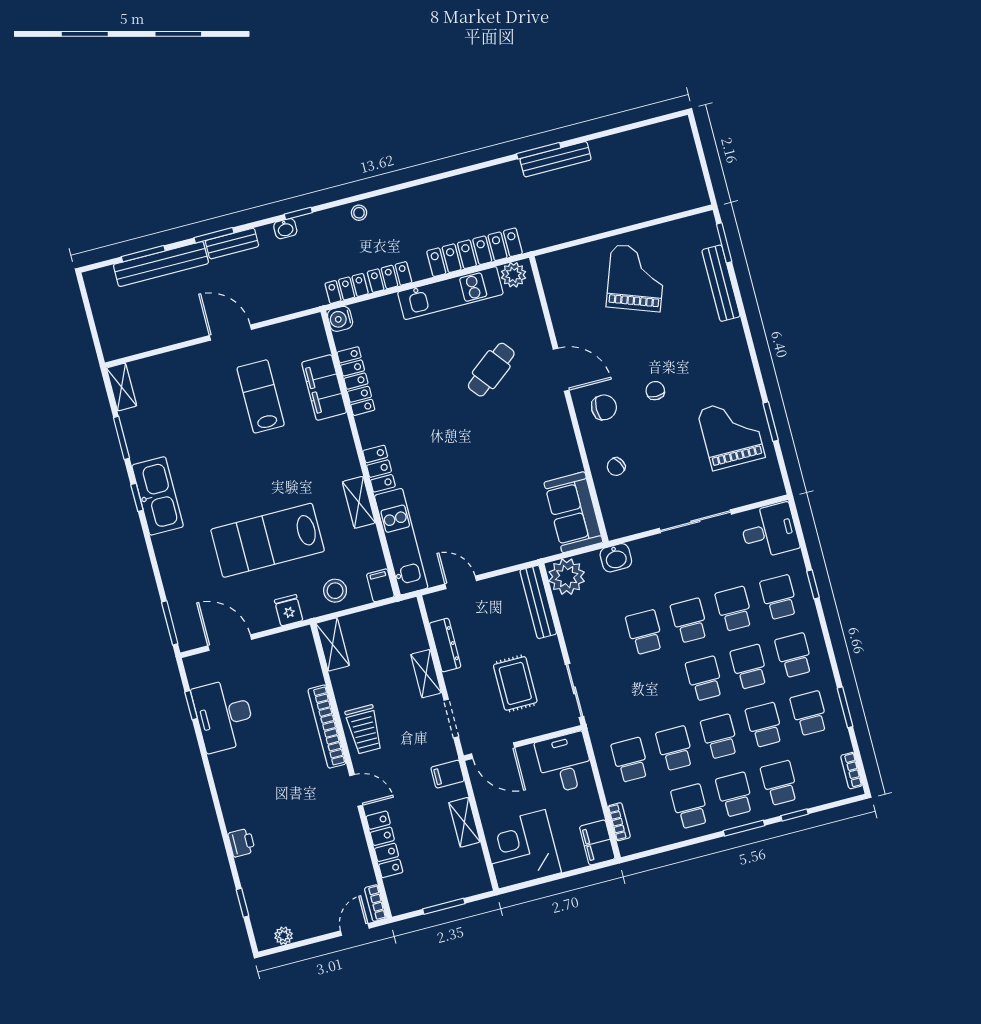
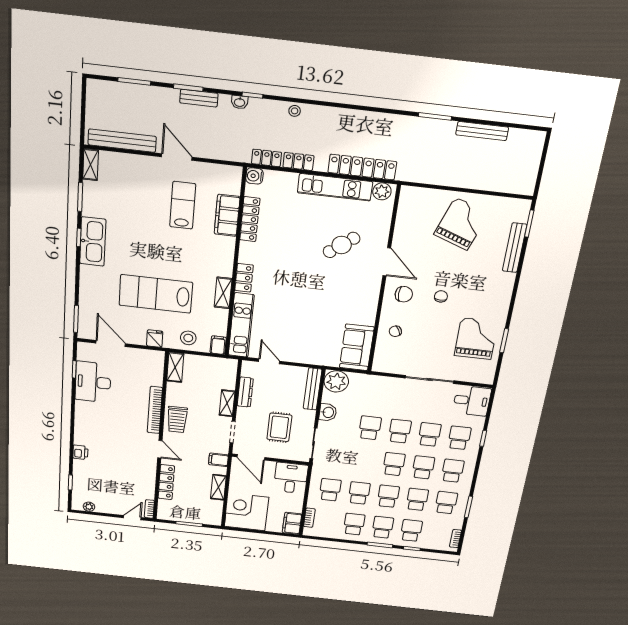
bench: (556, 159) -> (482, 131), moved
bench: (161, 264) -> (122, 141), moved
washbasin: (616, 558) -> (328, 412), moved, turned -90

